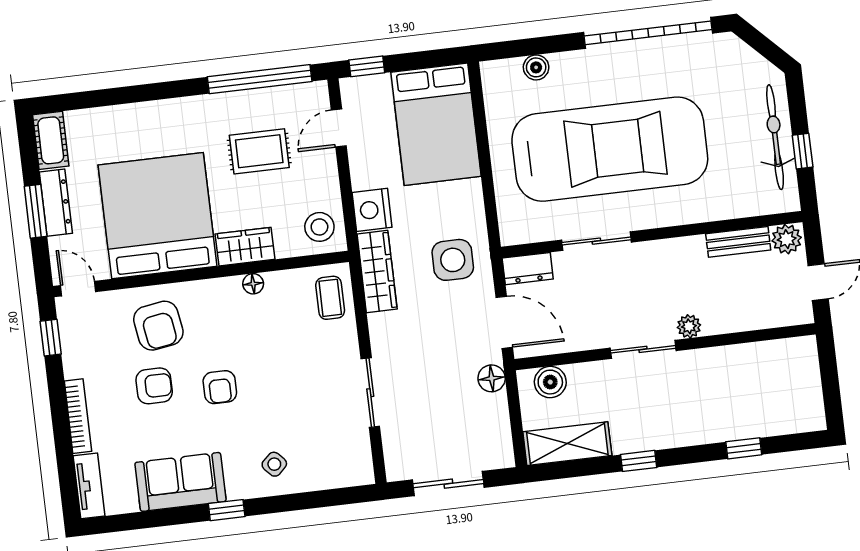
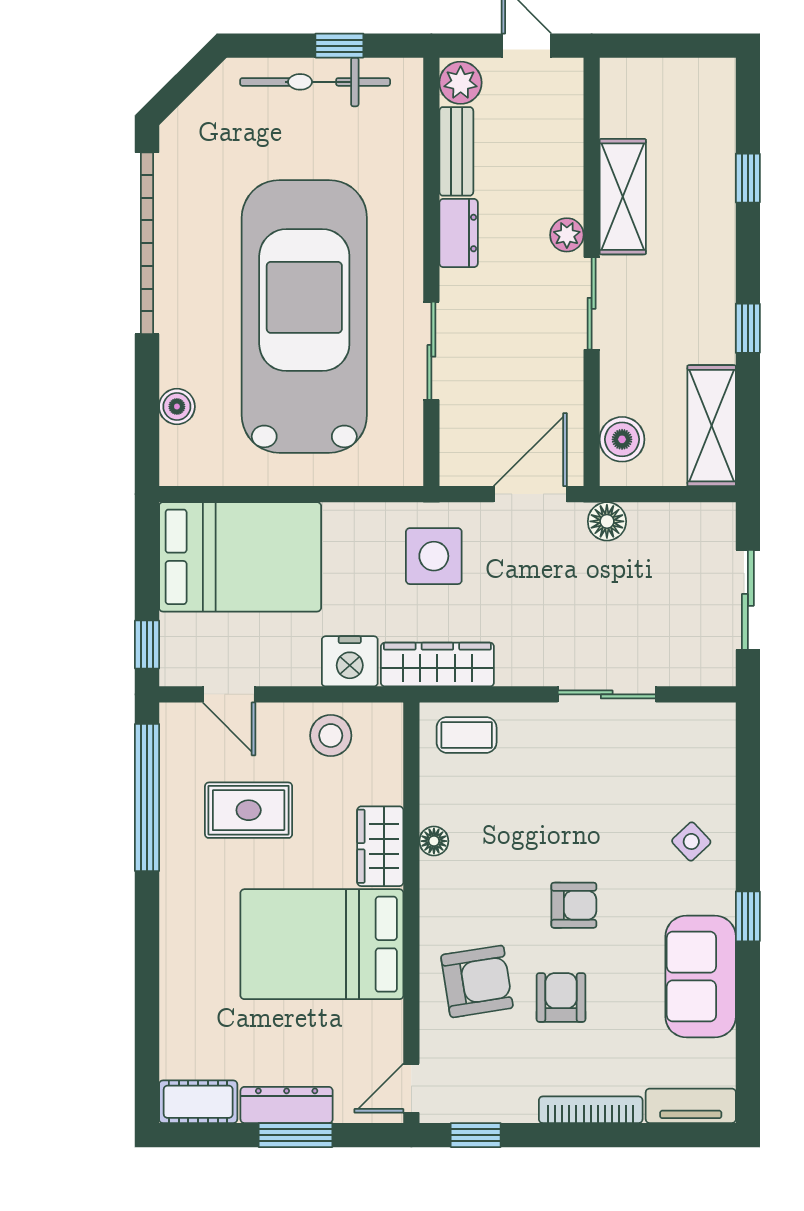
rug: (259, 151) -> (249, 810), turned 90
bed: (157, 216) -> (322, 944), width x0.73
stool: (319, 227) -> (331, 736), moved
dresser: (528, 269) -> (459, 233), moved
shelving: (720, 362) -> (623, 197), added

